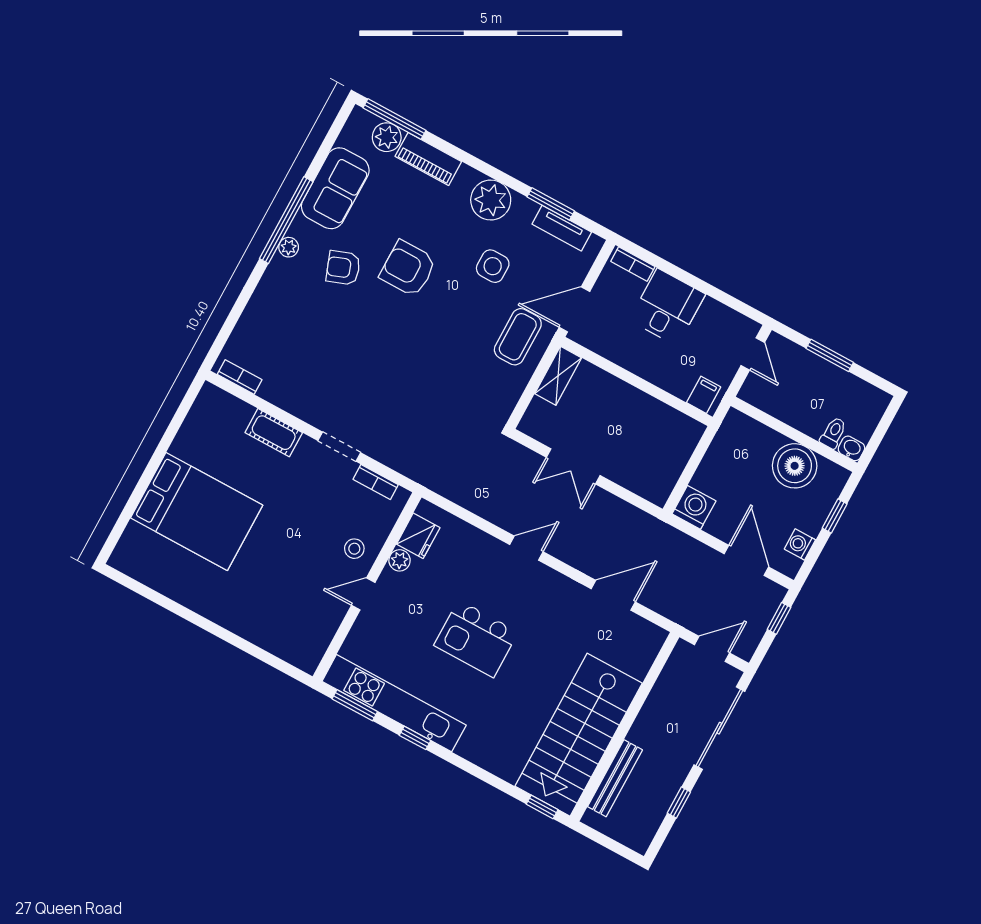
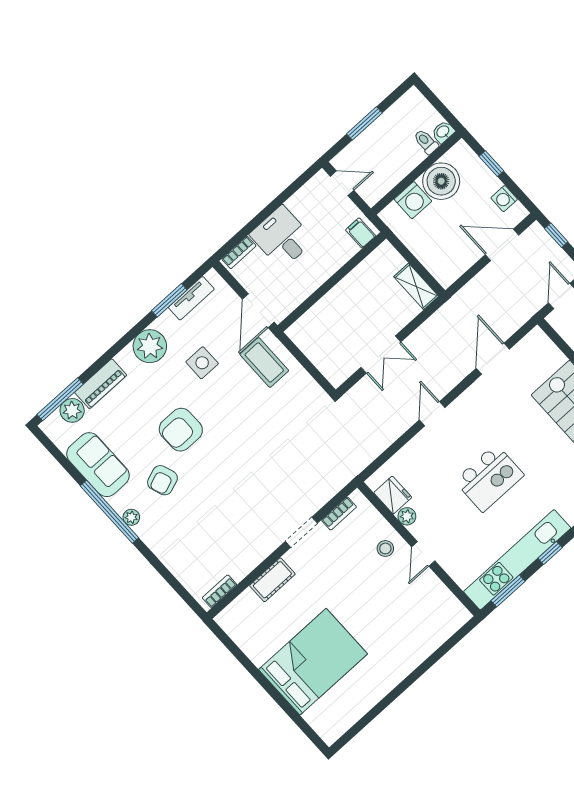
shelving: (558, 376) -> (416, 286), moved
washing machine: (694, 507) -> (413, 200), moved, turned 180

